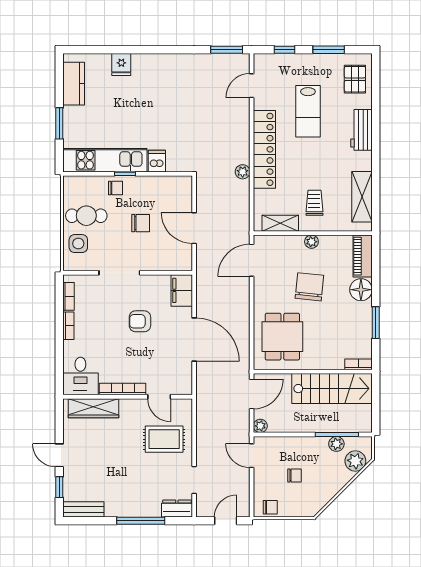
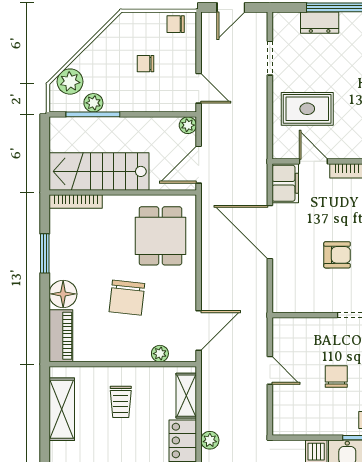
chair: (141, 223) -> (336, 376), turned 90
shelving: (280, 223) -> (186, 396), moved, turned 90
door: (194, 228) -> (270, 370), width x0.73
plant: (311, 242) -> (160, 354), moved
filing cabinet: (182, 290) -> (285, 183), moved
bookcase: (358, 364) -> (76, 201), width x1.56
dresser: (177, 509) -> (320, 23), moved

